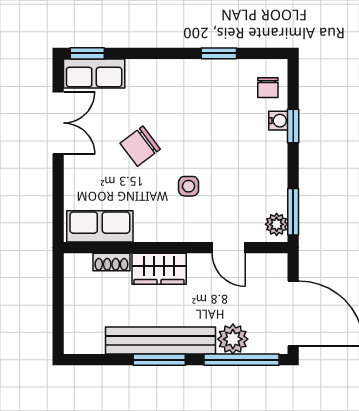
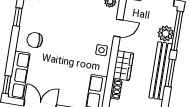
row of seats: (94, 74) -> (19, 75), width x1.48
chair: (140, 146) -> (35, 40), moved, turned 127
side table: (189, 186) -> (102, 50), moved

